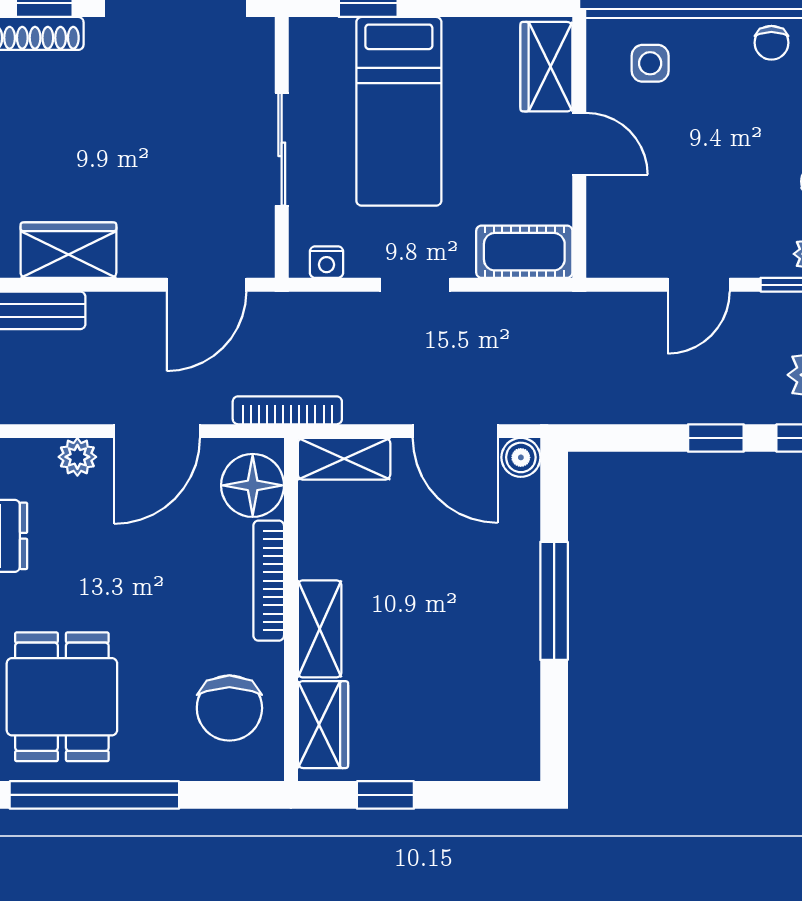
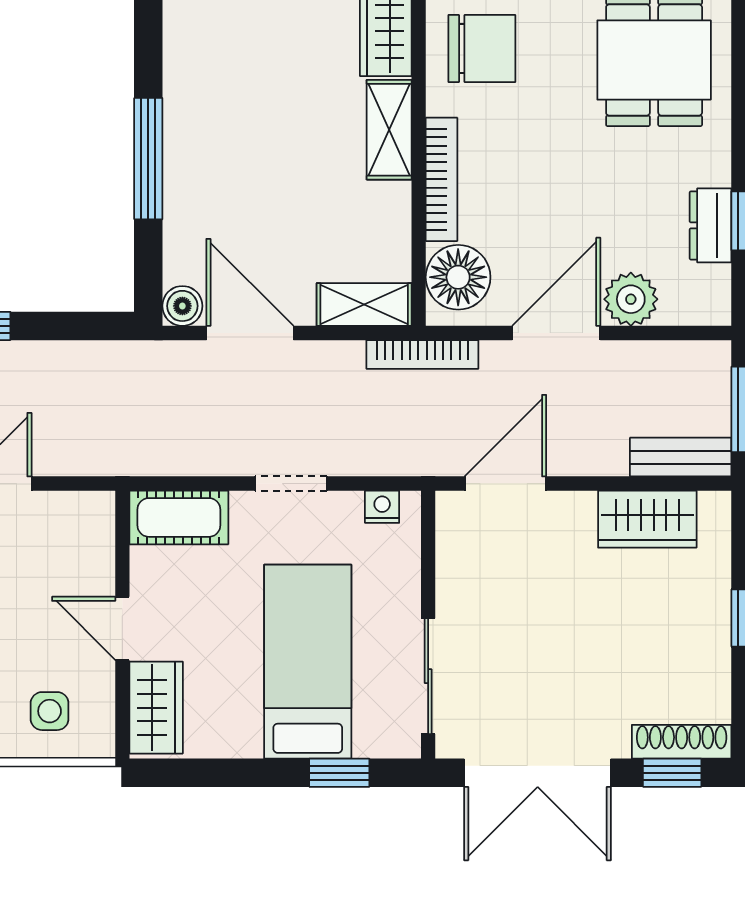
sliding door: (282, 149) -> (428, 676), moved
plant: (77, 457) -> (631, 299), width x1.38, depth x1.38
chair: (229, 708) -> (482, 48), turned 90

